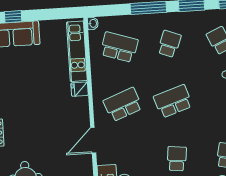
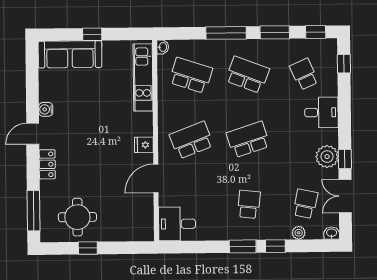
window: (13, 17) -> (92, 34), moved
school desk: (169, 44) -> (247, 75), width x1.85
fridge: (80, 89) -> (144, 145), moved

